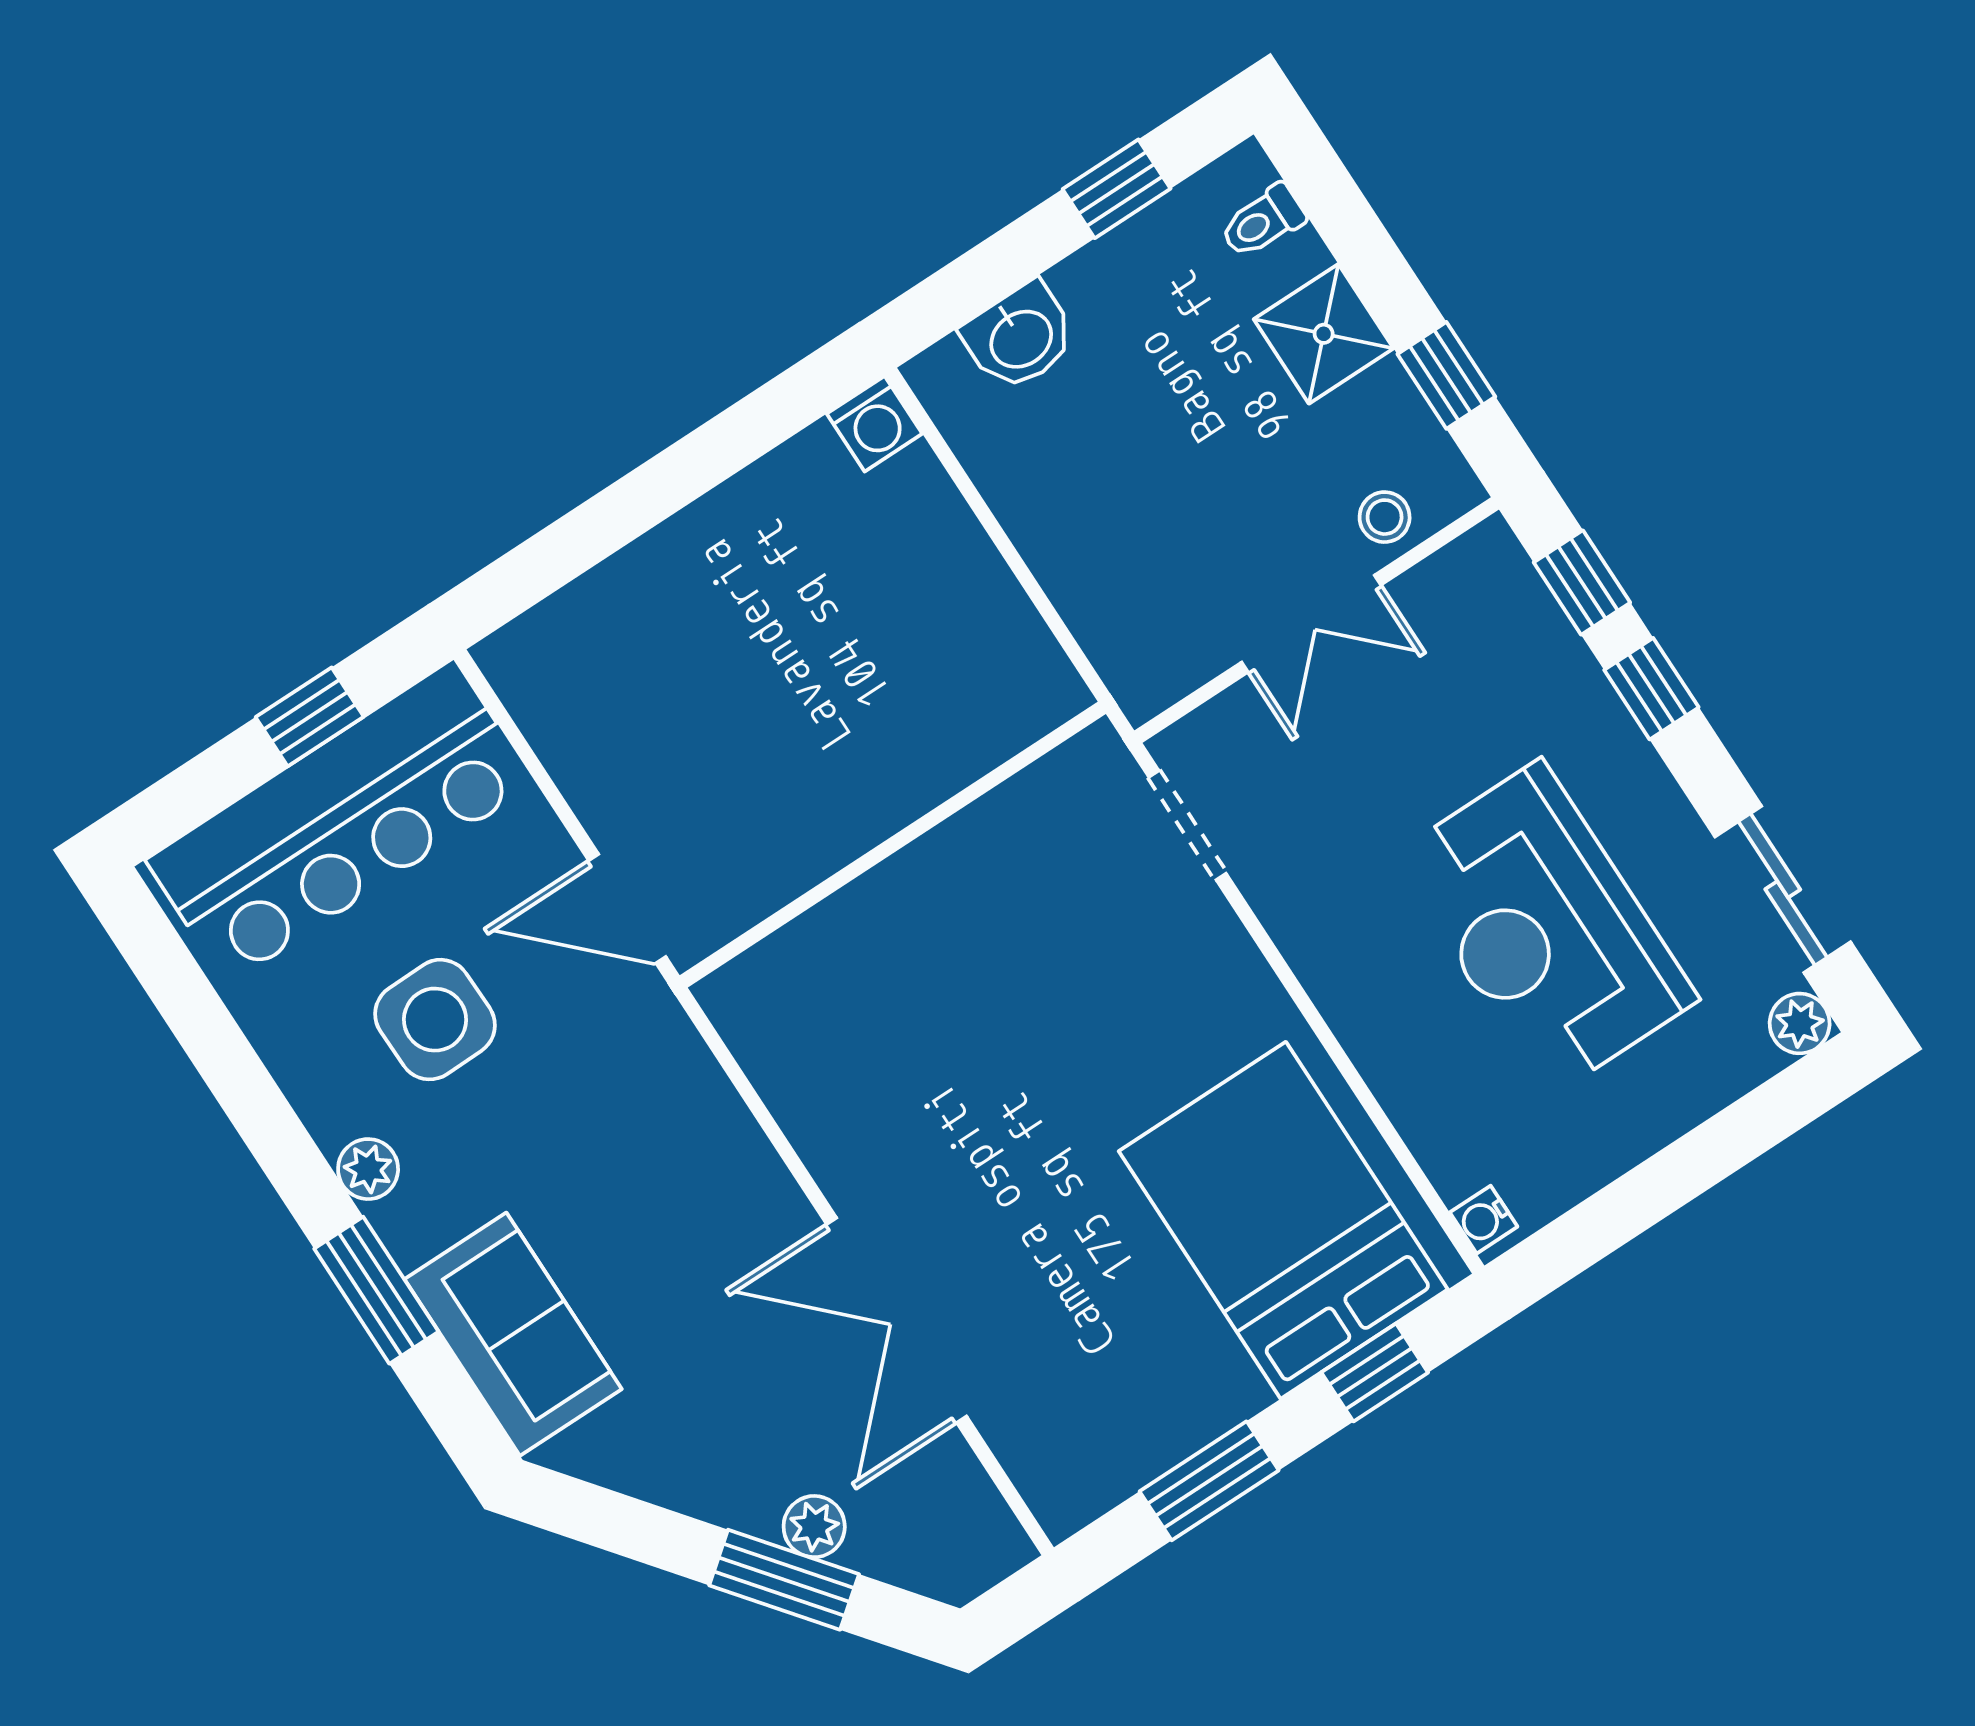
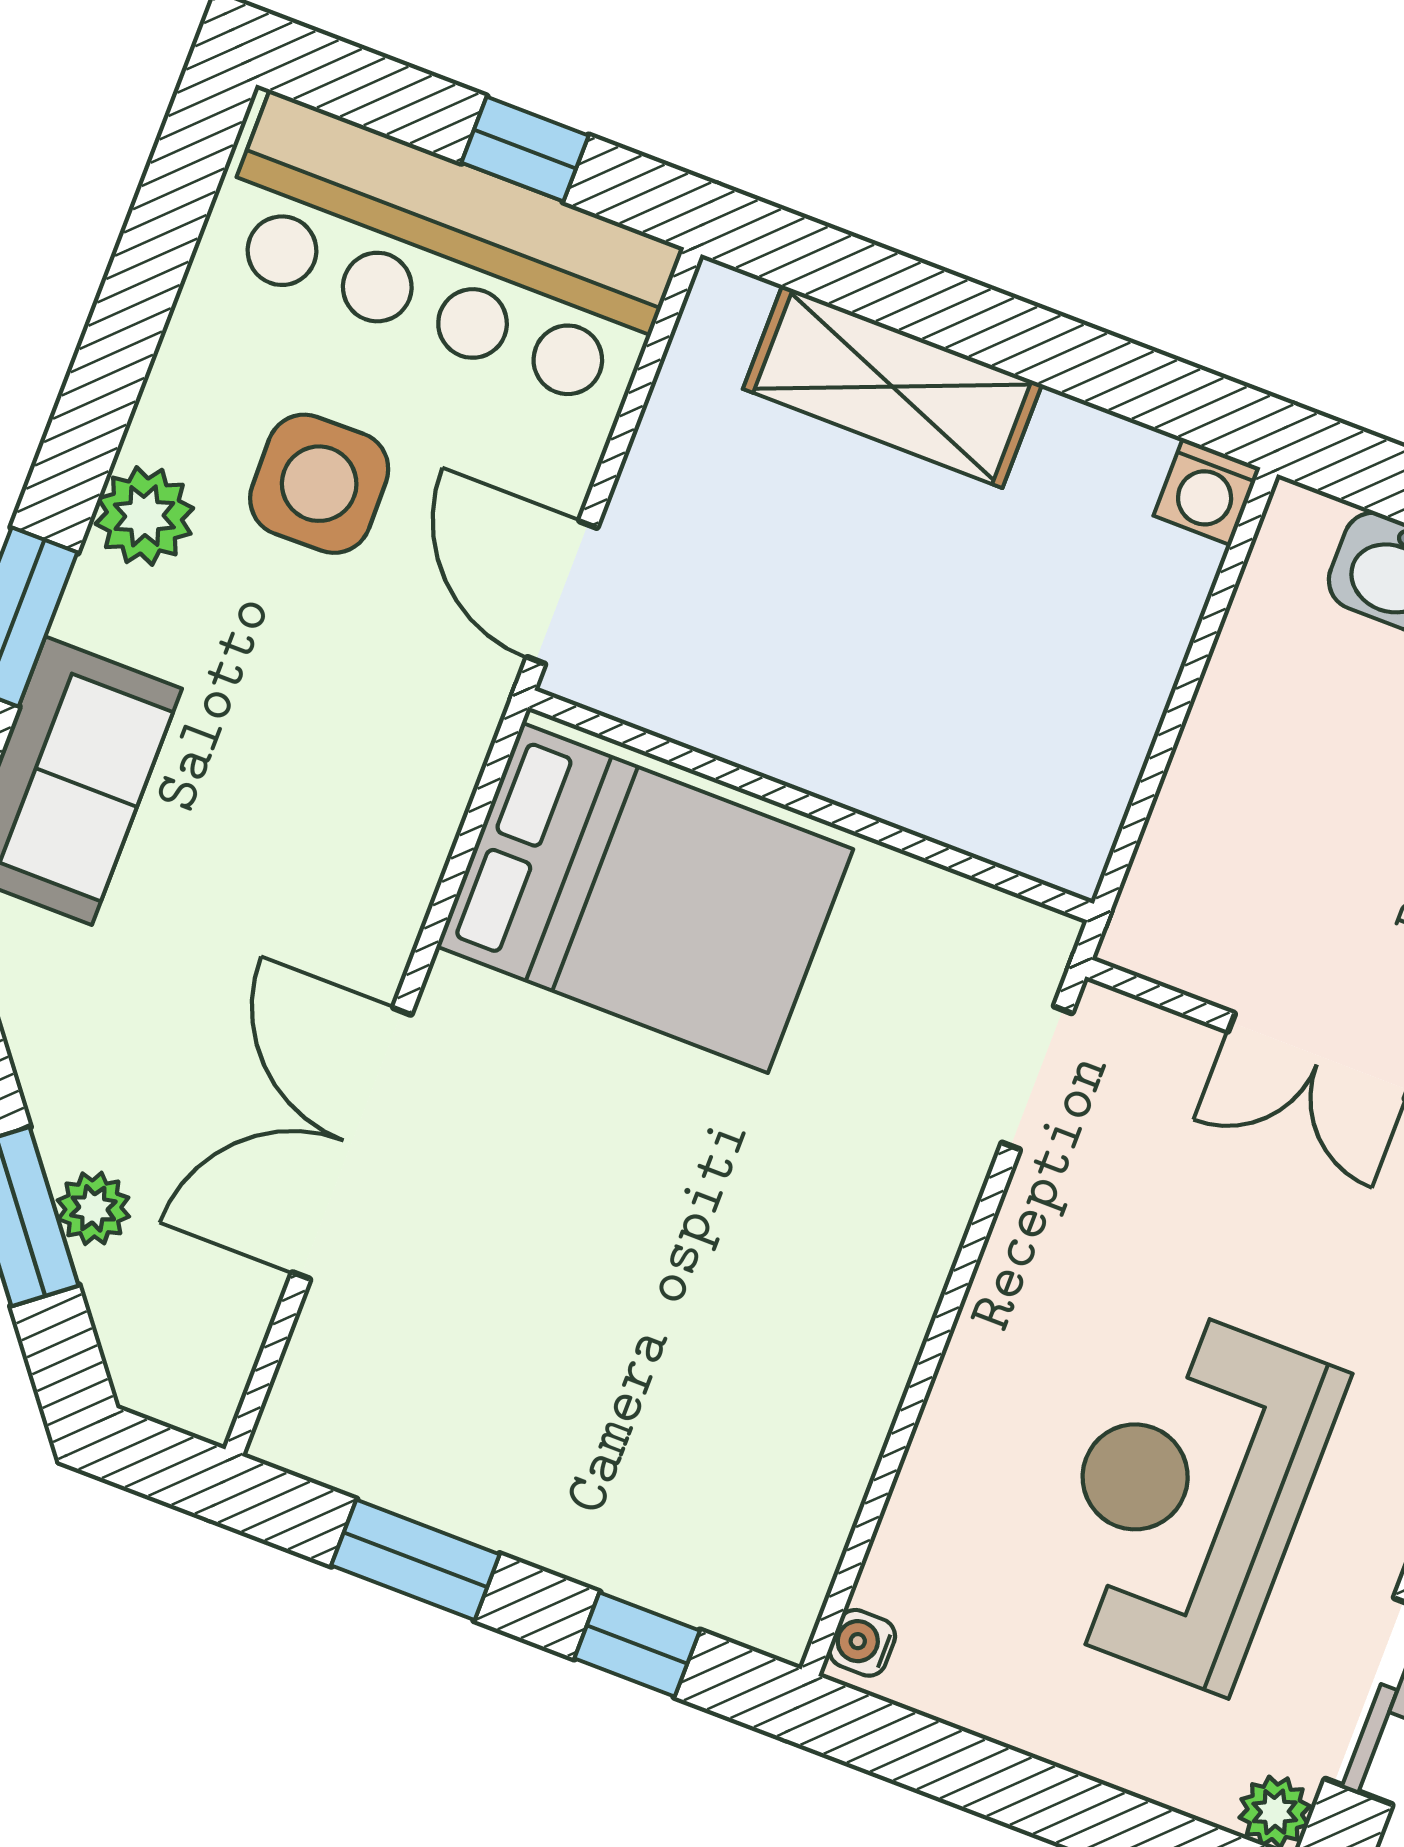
shelving: (650, 585) -> (892, 387), added
plant: (368, 1169) -> (144, 516), width x1.38, depth x1.38
bed: (1283, 1220) -> (645, 898), moved, turned 90

